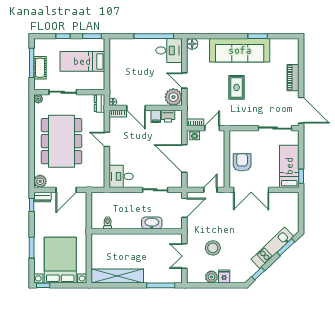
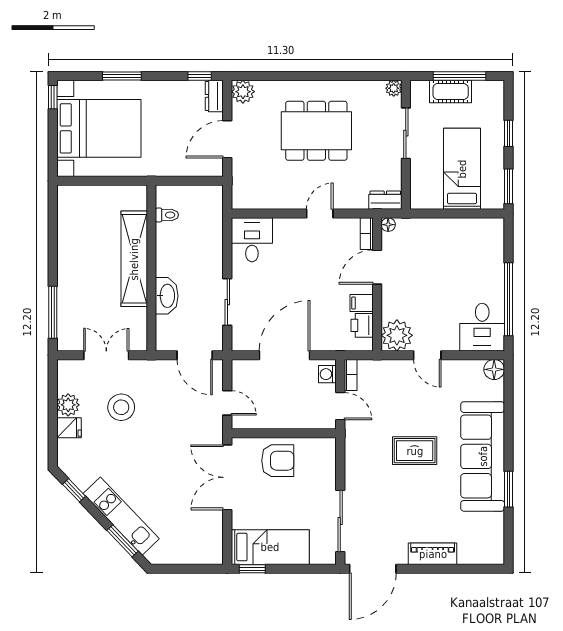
door: (184, 80) -> (427, 355), swing flipped
dining table: (61, 141) -> (316, 131), width x0.73, depth x0.80
door: (66, 190) -> (227, 139), hinge flipped
shelving: (117, 276) -> (134, 259), moved

